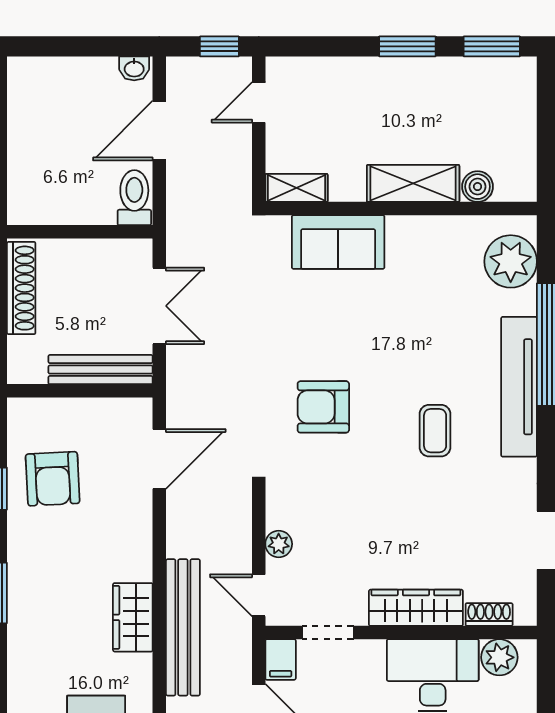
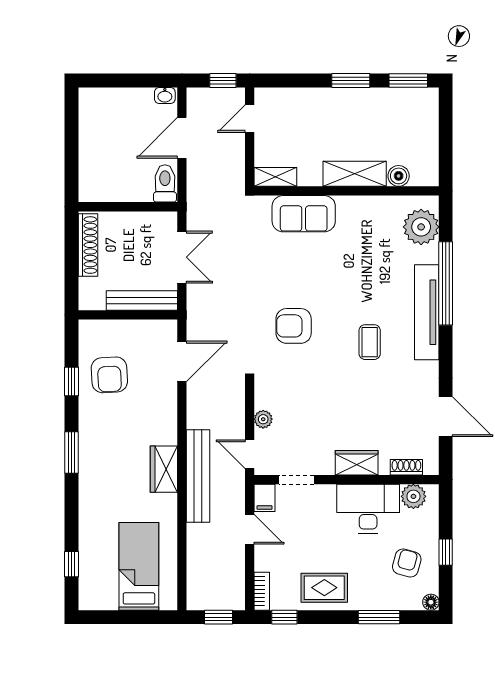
wardrobe: (416, 608) -> (357, 463), width x0.67

